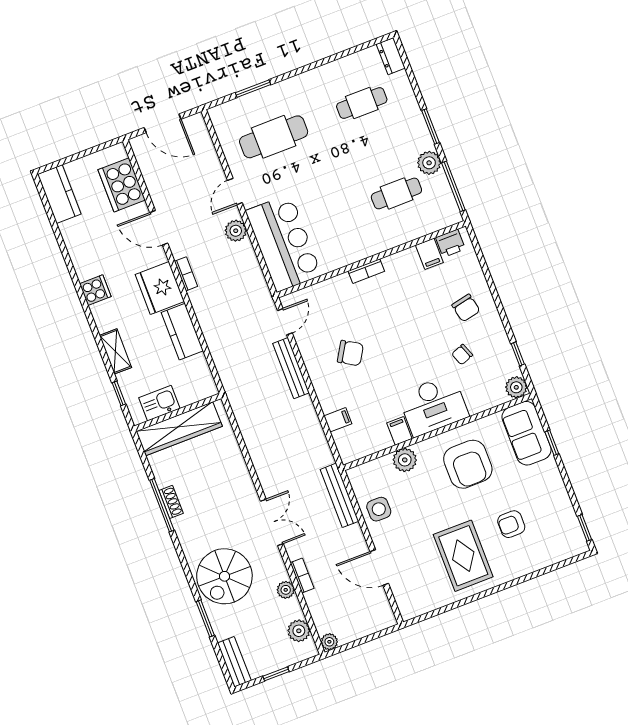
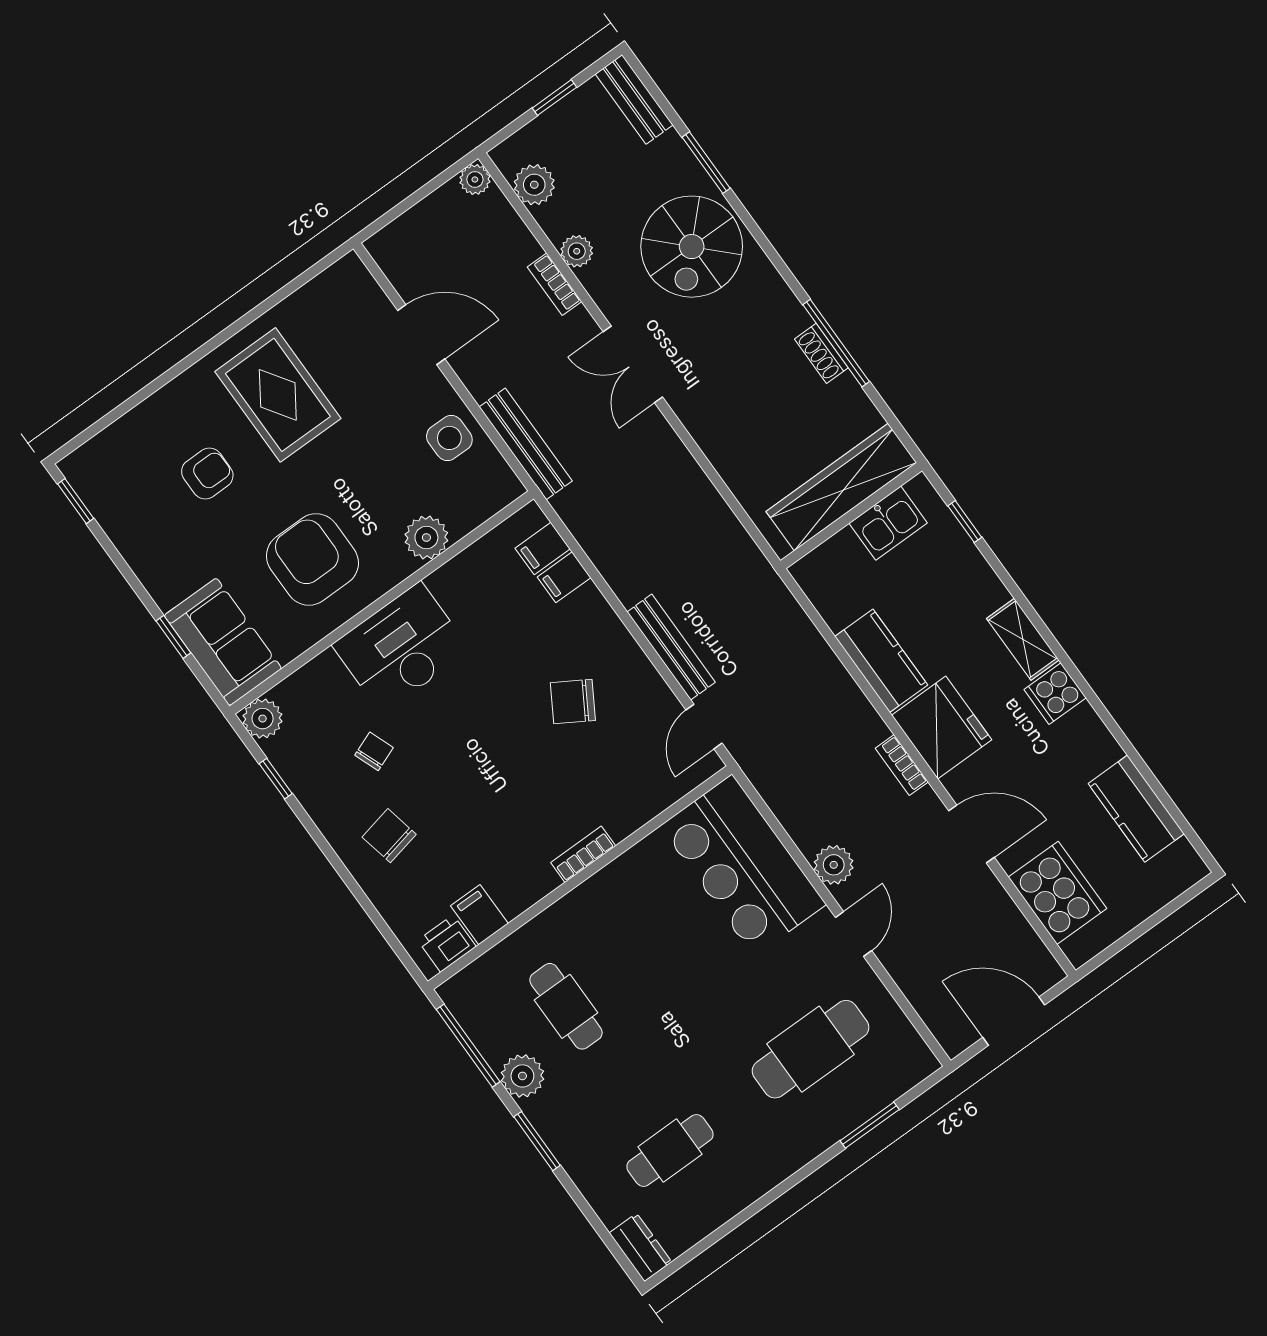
cafe table: (396, 193) -> (566, 1006), turned 90
kitchen counter: (59, 194) -> (1136, 809), moved
shelving: (115, 351) -> (1023, 639), moved
filing cabinet: (399, 431) -> (543, 549), moved, turned 90
spiral stairs: (224, 576) -> (692, 247), turned 180

